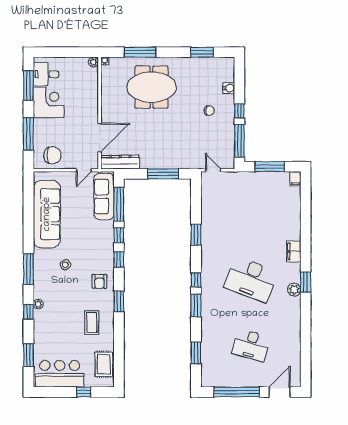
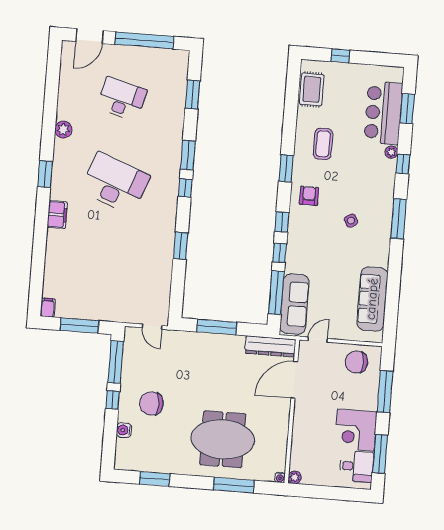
chair: (209, 111) -> (151, 403), width x1.87, depth x1.87
sofa: (47, 214) -> (372, 299), width x0.74, depth x0.79
plant: (294, 290) -> (63, 129), moved
plant: (38, 304) -> (391, 152), moved
bar counter: (60, 374) -> (383, 113), moved, turned 90

